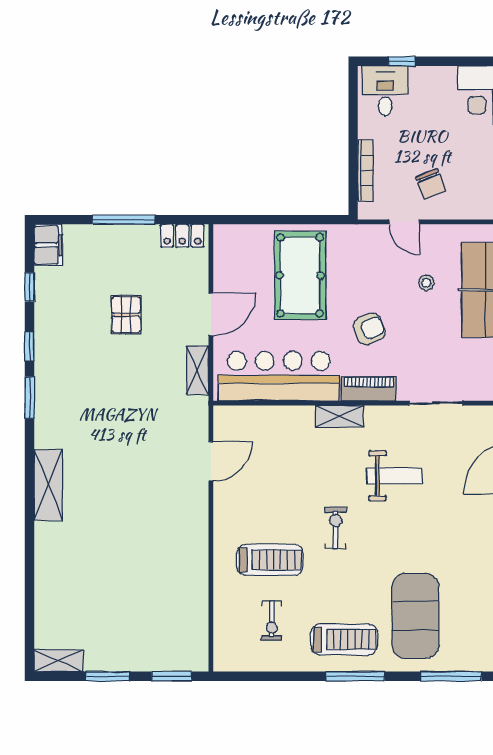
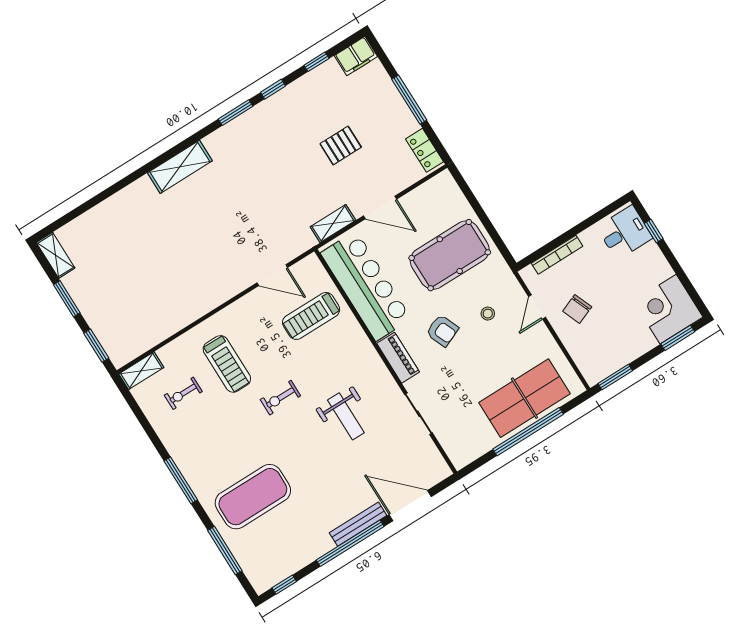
stool: (426, 283) -> (488, 314), moved
shelving: (340, 416) -> (141, 371), moved, turned 90
exercise bike: (336, 528) -> (280, 398), turned 180
treadmill: (344, 640) -> (311, 316), moved, turned 90

